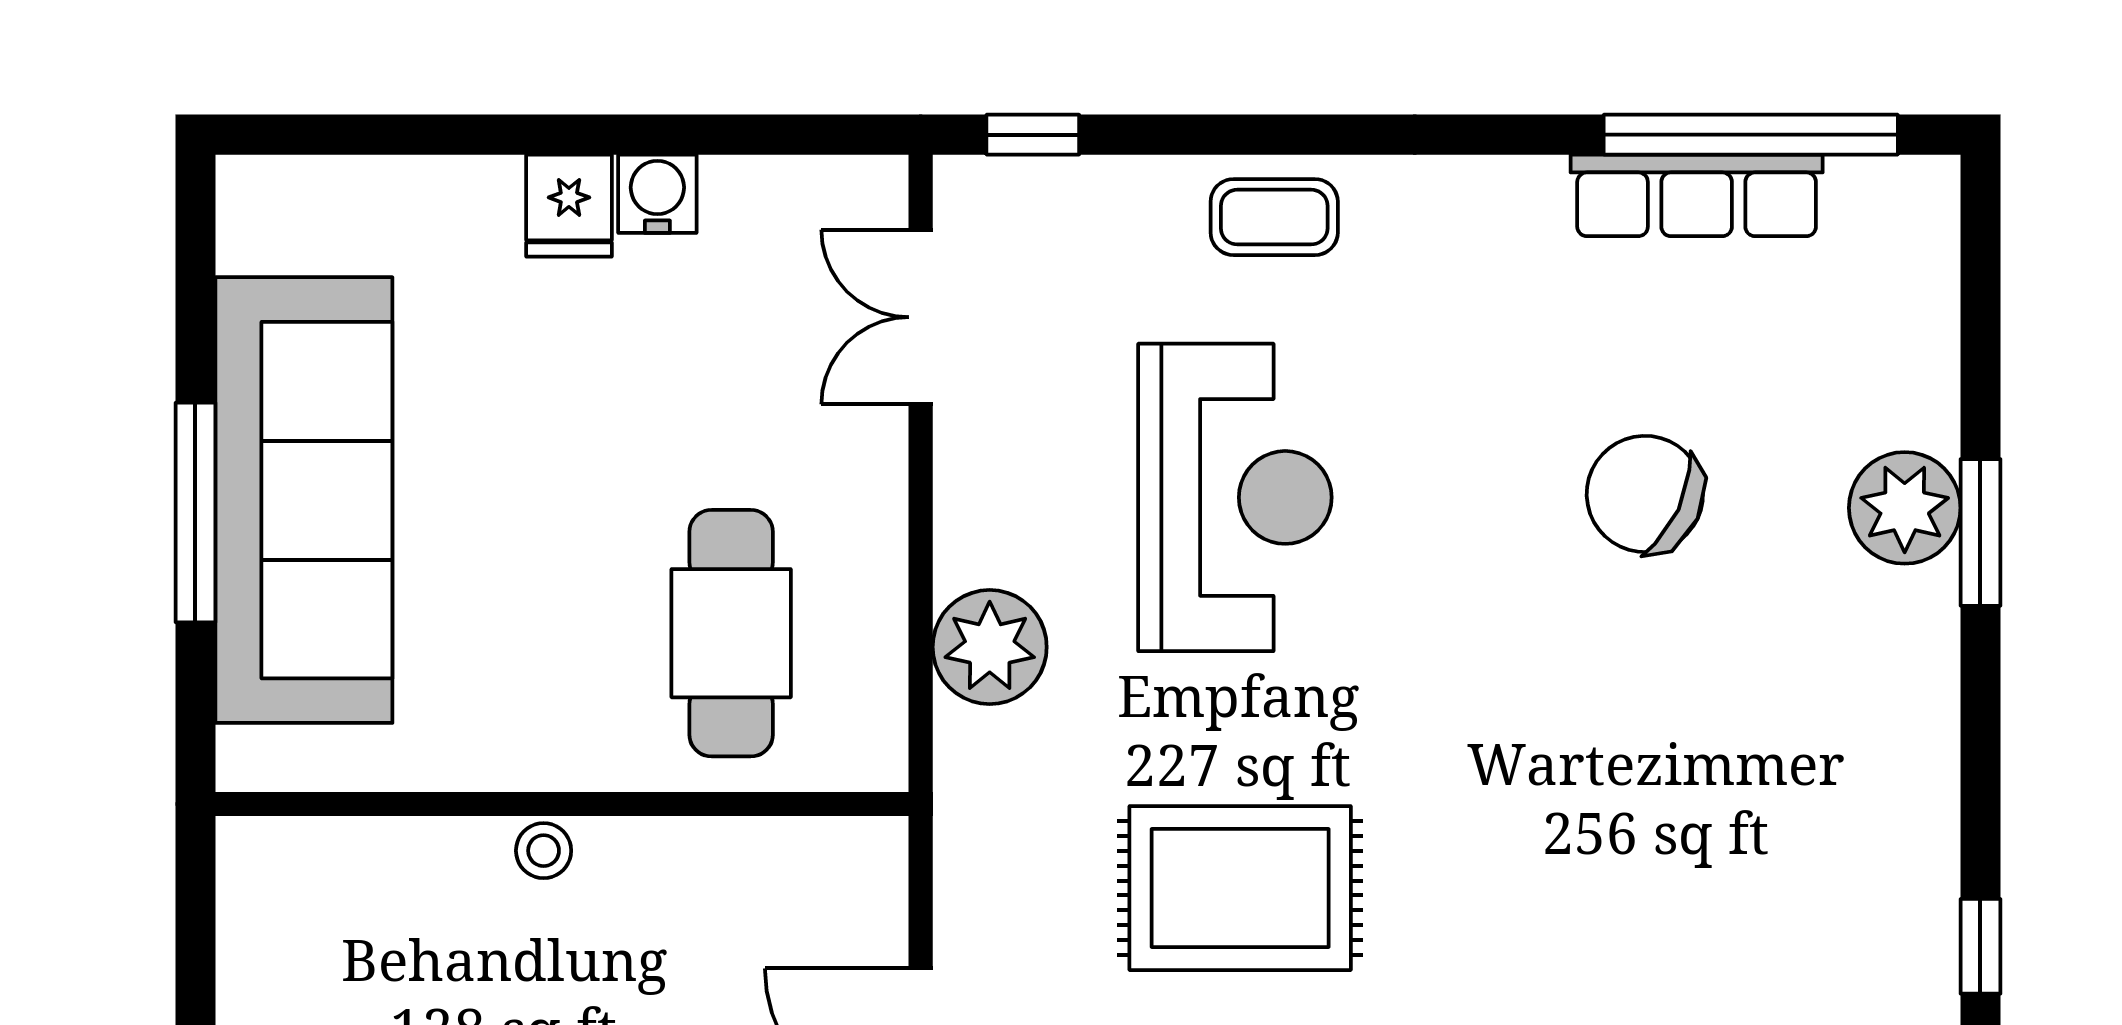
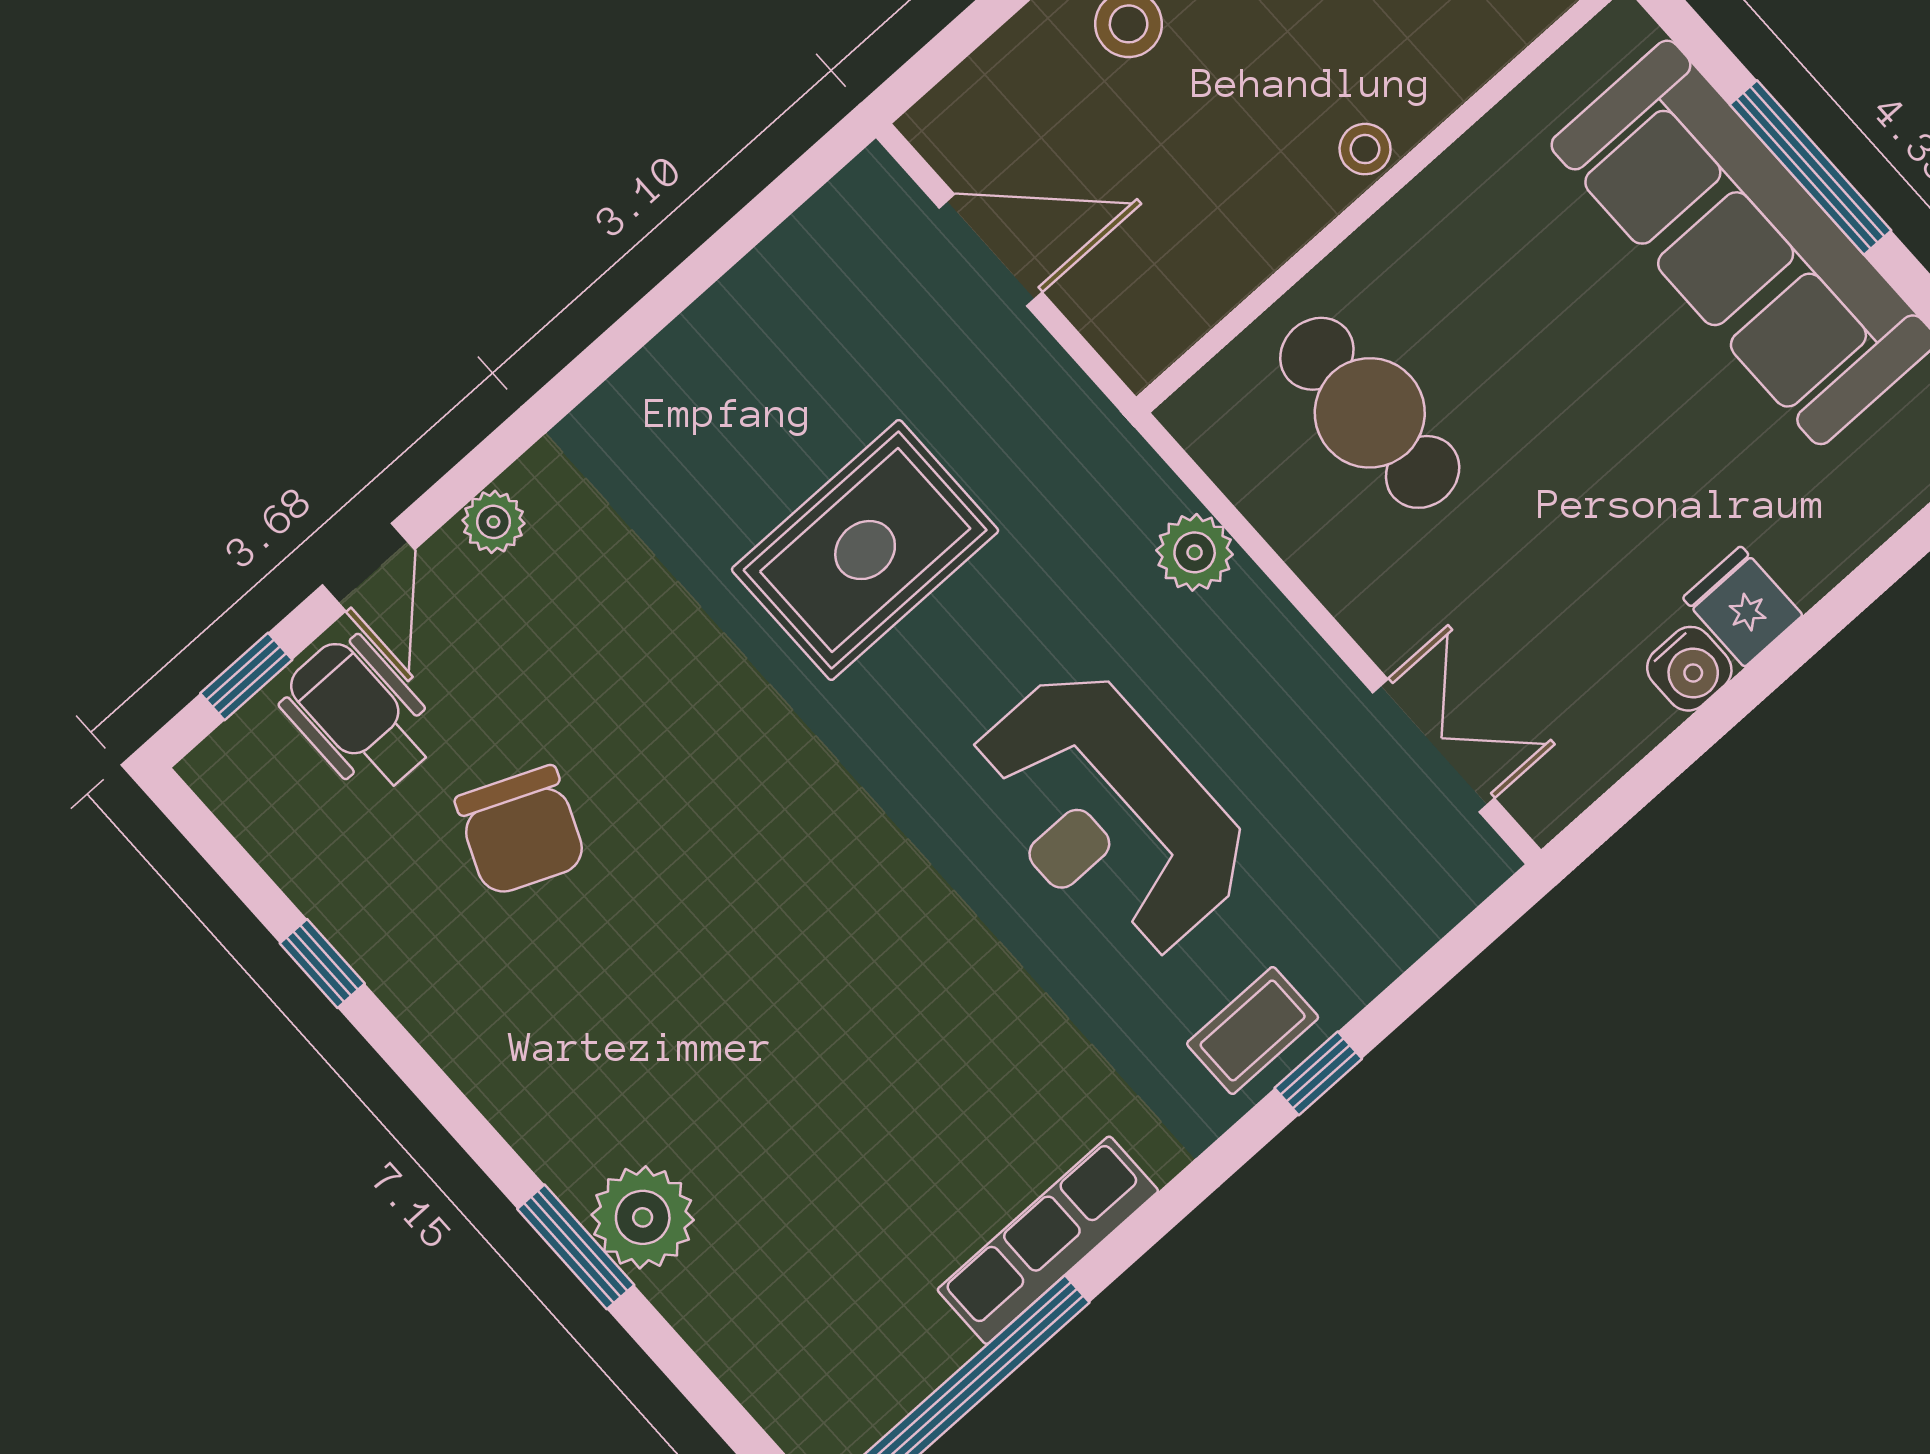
window: (1033, 135) -> (1318, 1073), moved
row of seats: (1697, 195) -> (1048, 1240), moved
chair: (1645, 494) -> (521, 831), moved, turned 88
plant: (990, 647) -> (1195, 552), width x0.73, depth x0.73

